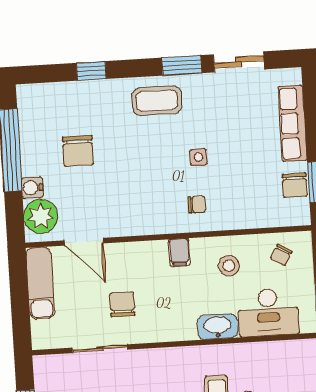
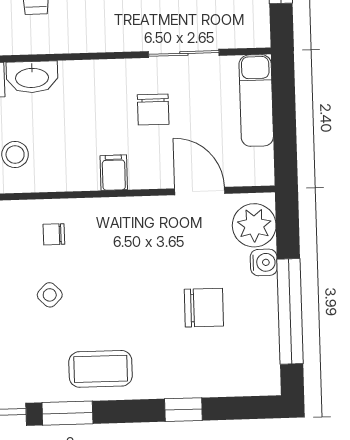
chair: (78, 151) -> (204, 308), turned 90
side table: (198, 157) -> (50, 295), turned 45
filing cabinet: (179, 252) -> (114, 173), moved
exam couch: (40, 283) -> (256, 101), moved

